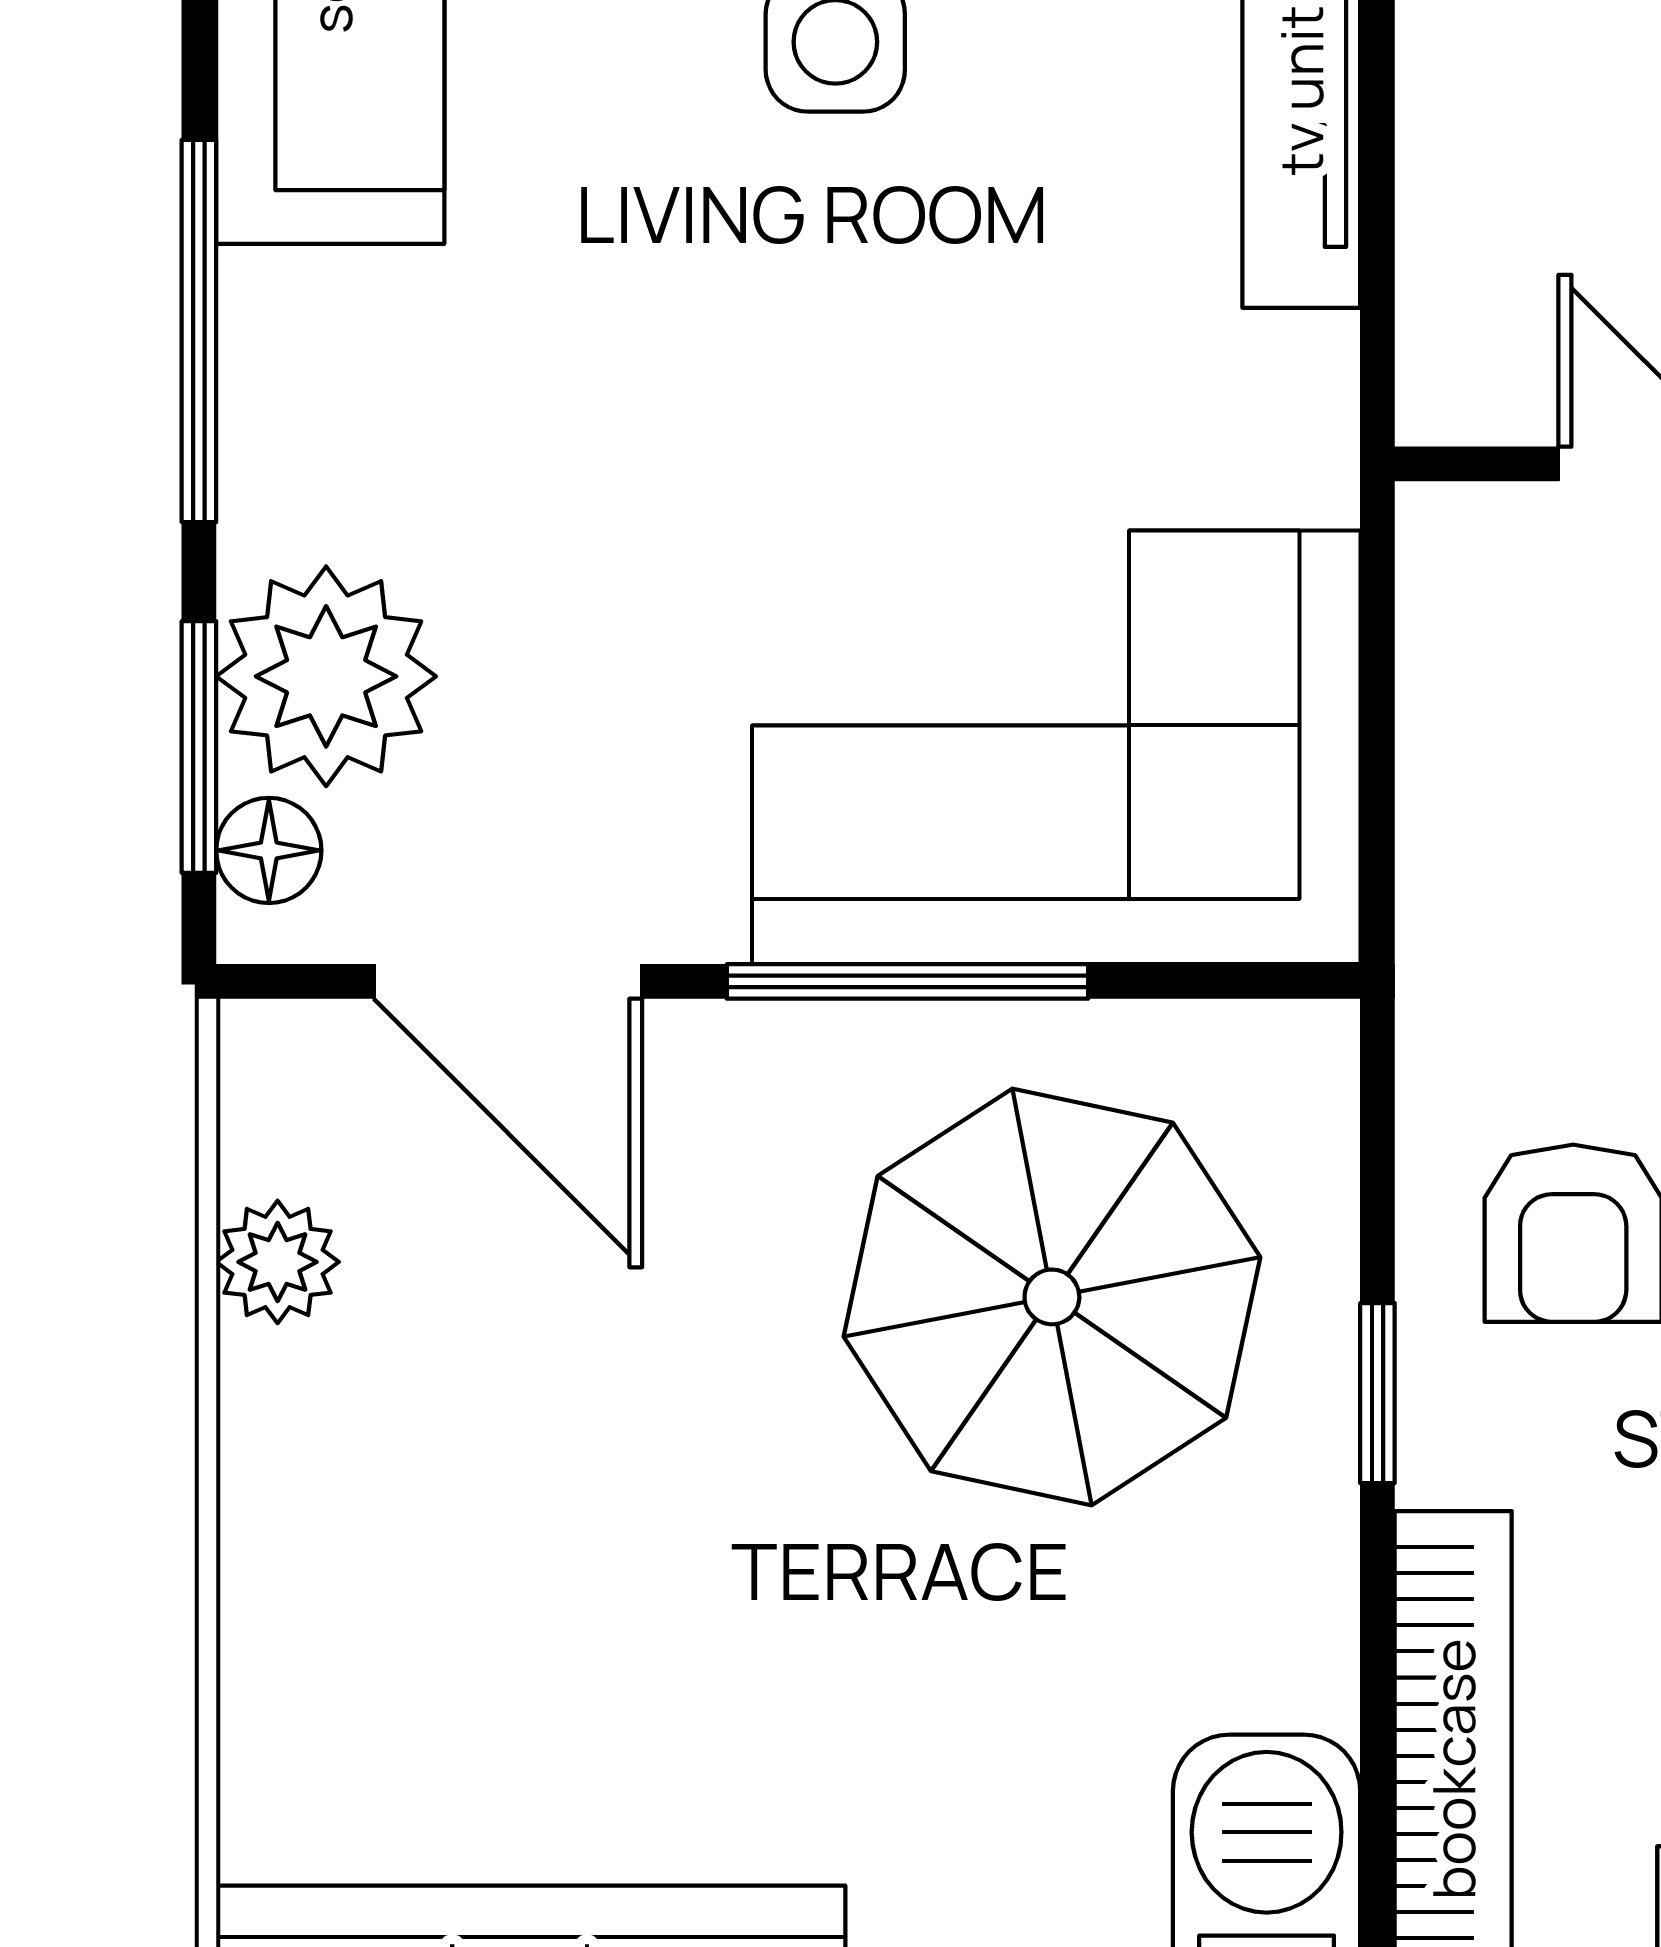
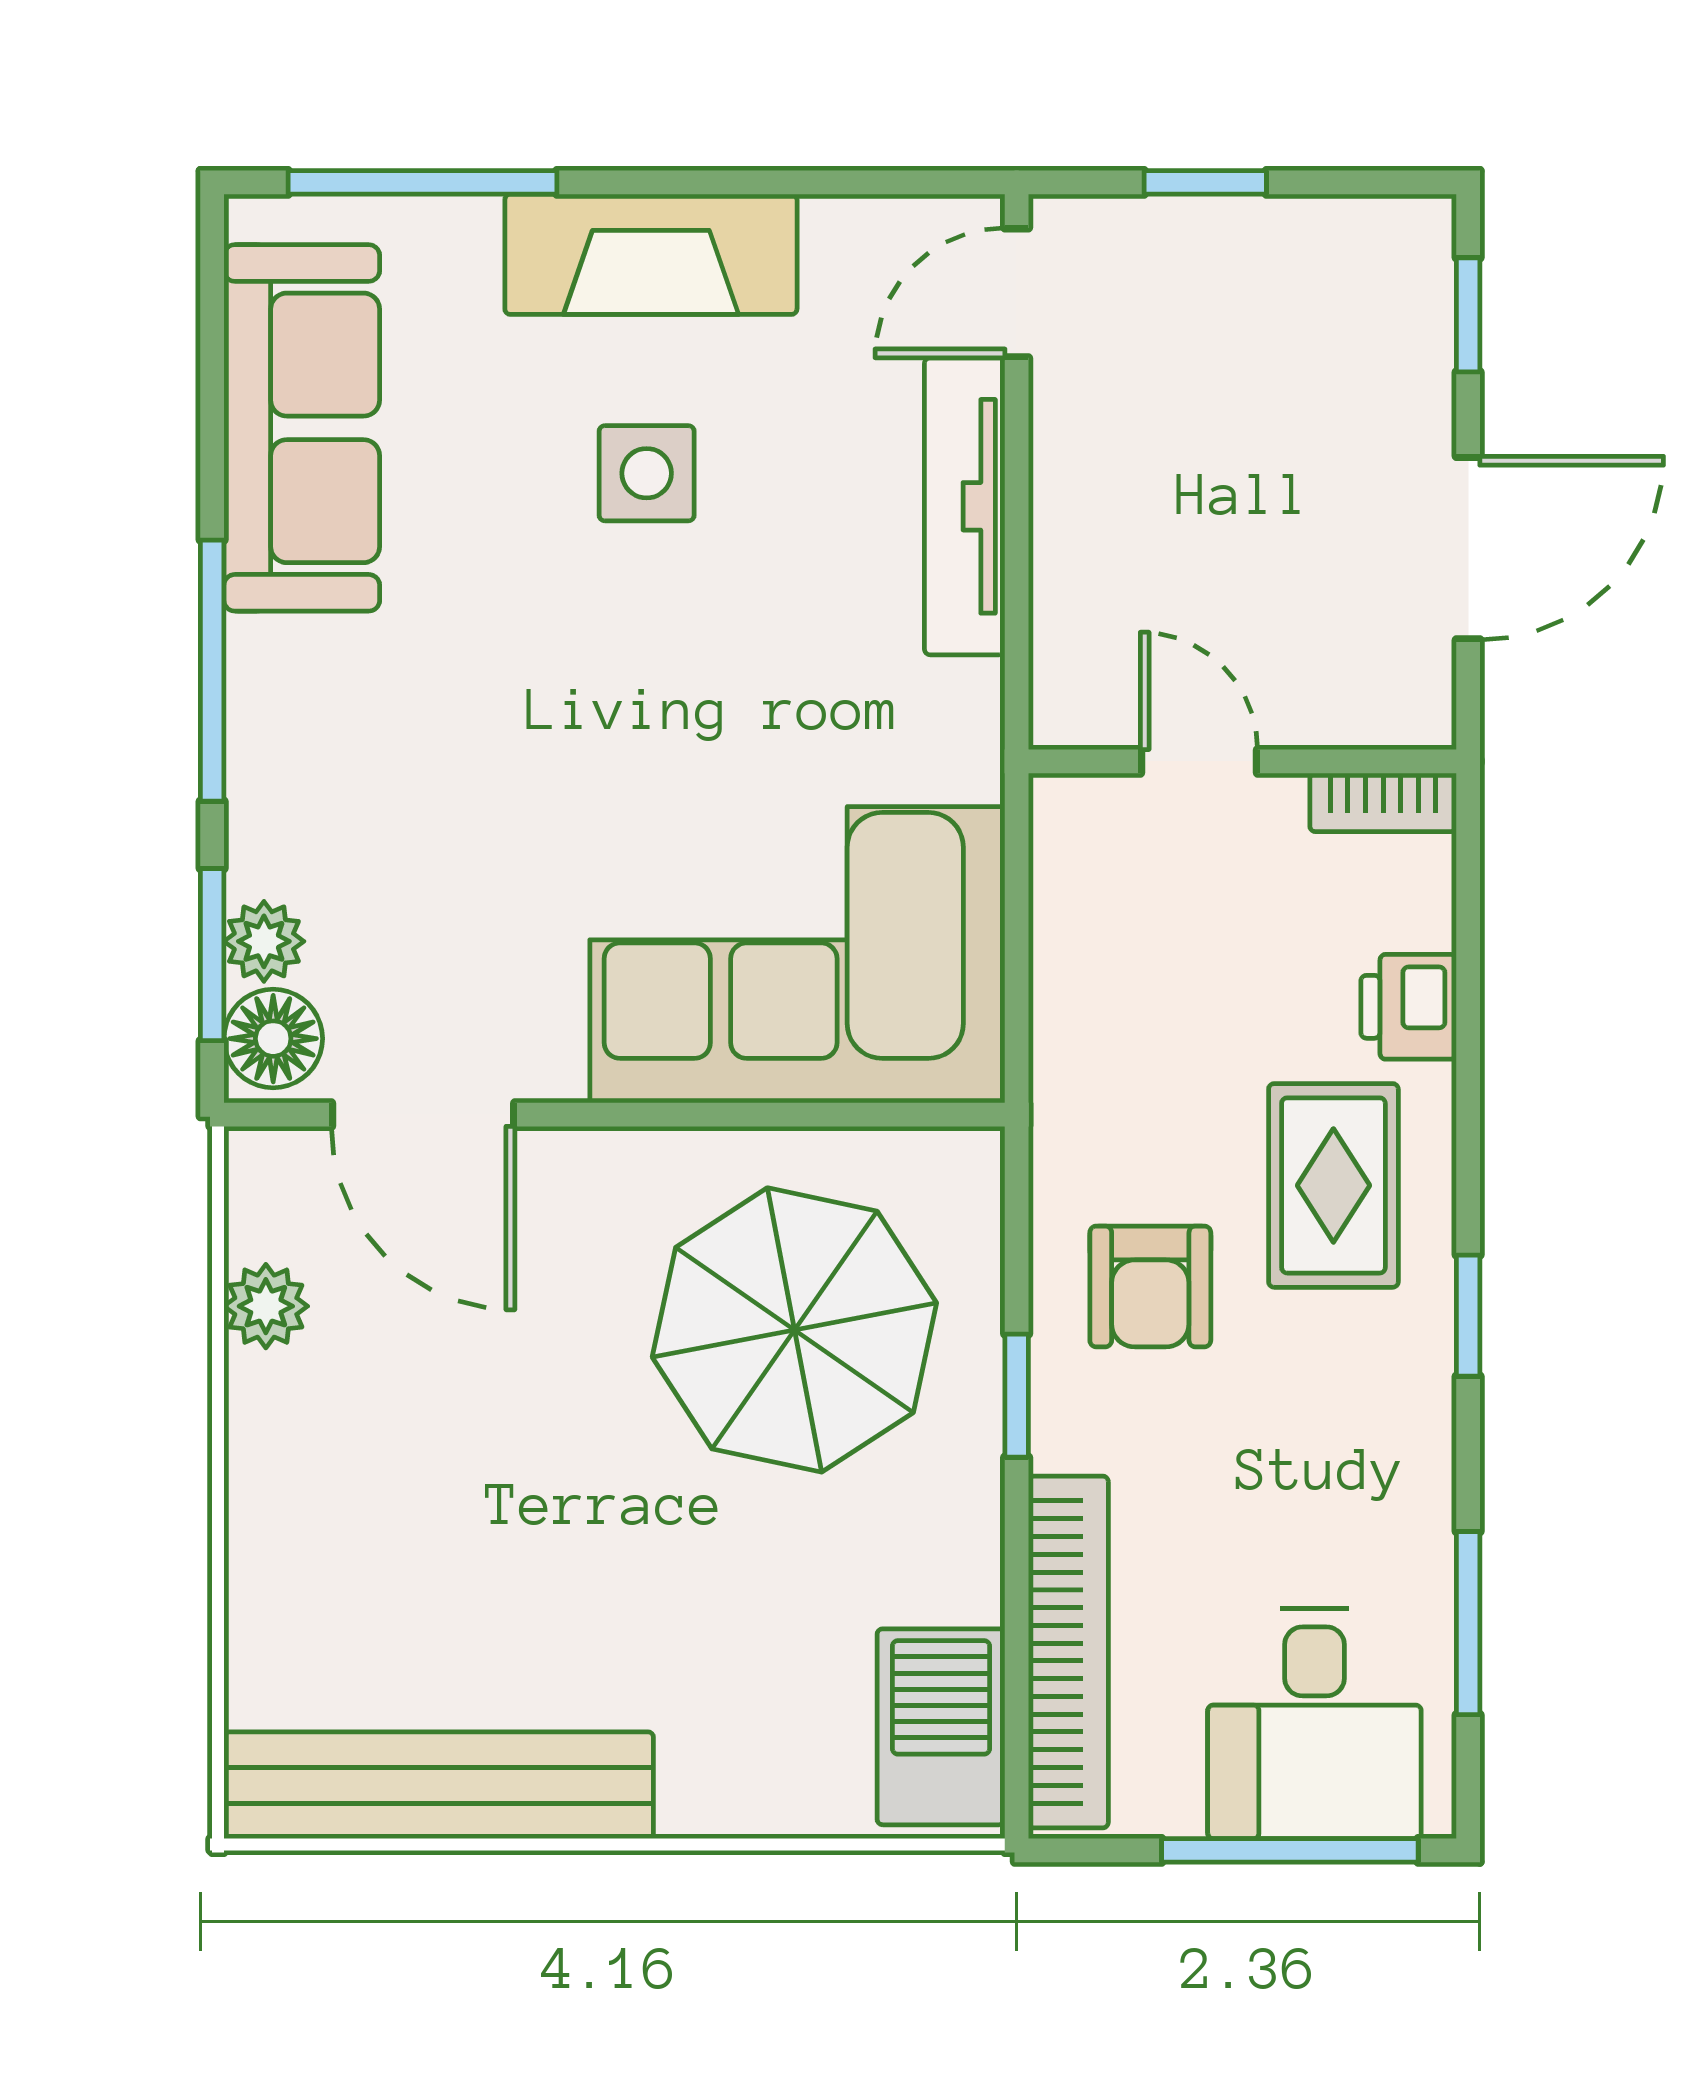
plant: (326, 676) -> (264, 941), width x0.53, depth x0.53
floor lamp: (269, 850) -> (273, 1039), width x1.37, depth x1.37
window: (907, 981) -> (696, 1115), removed

